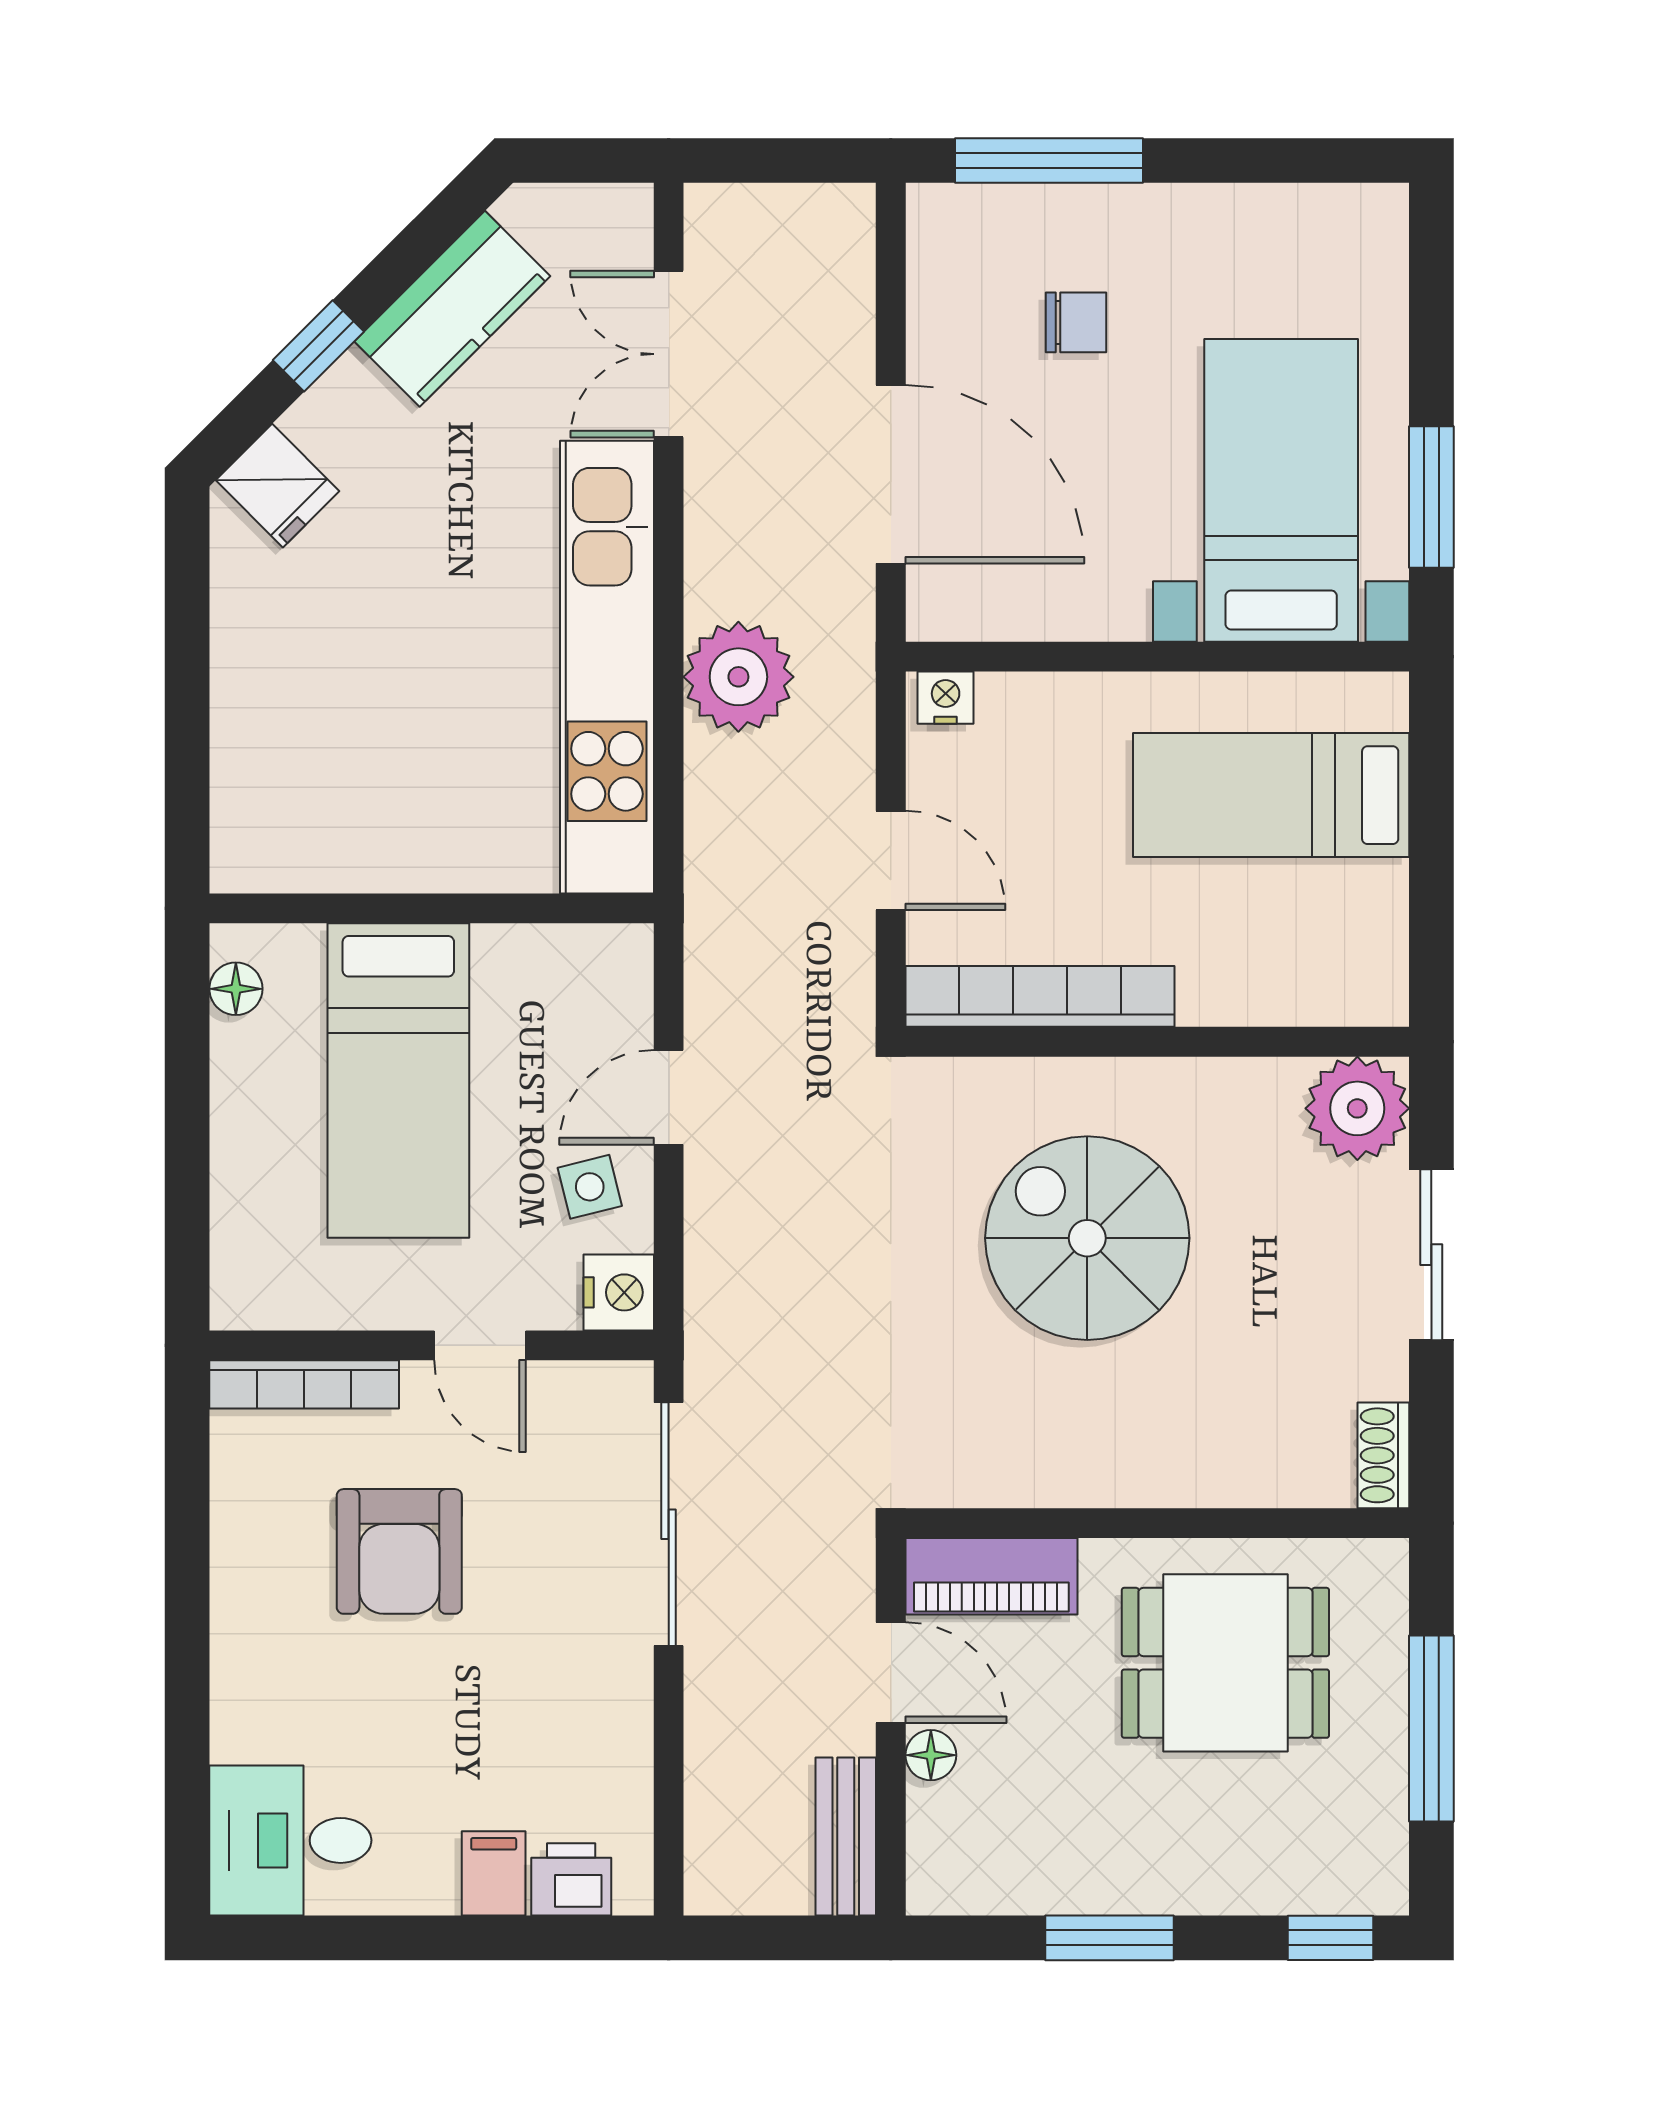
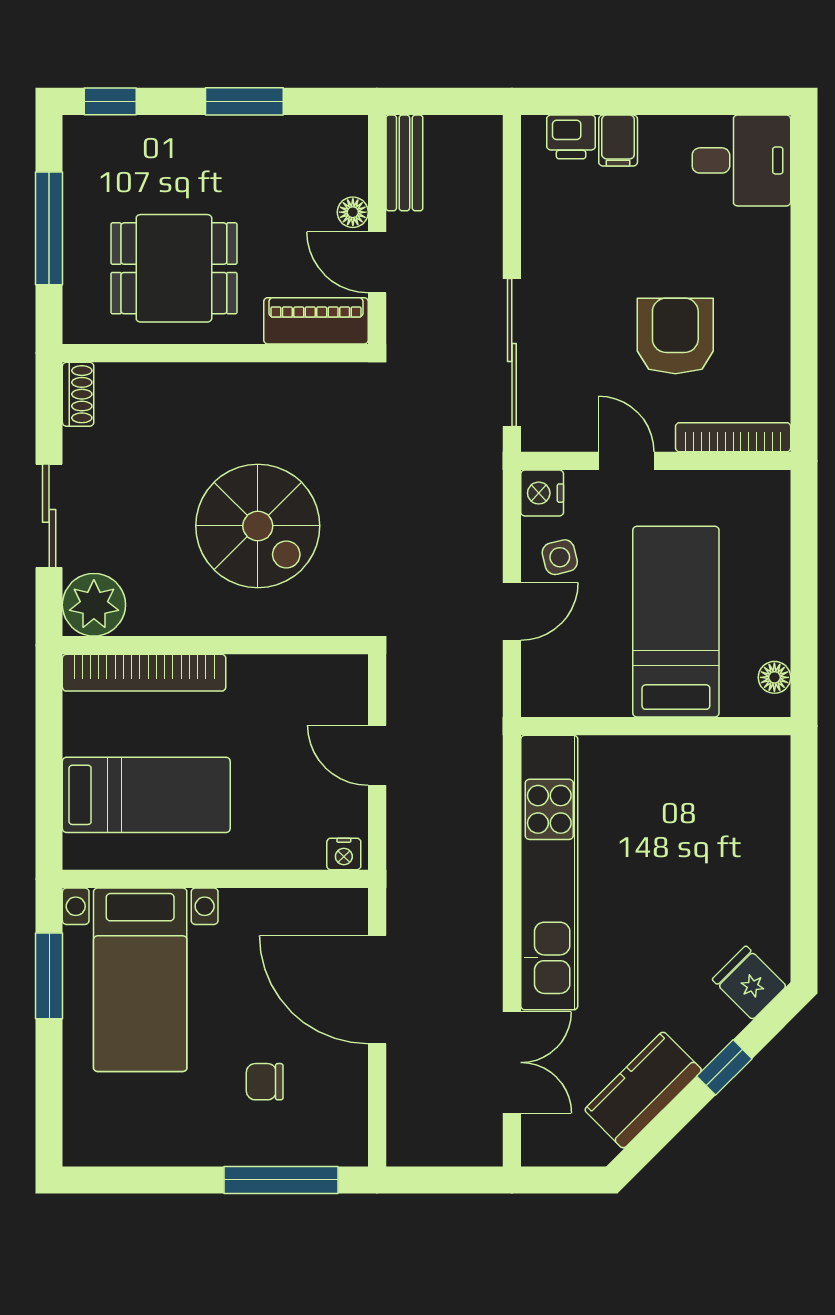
plant: (738, 677) -> (469, 867), removed
bookcase: (1040, 996) -> (144, 673), moved

